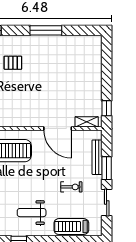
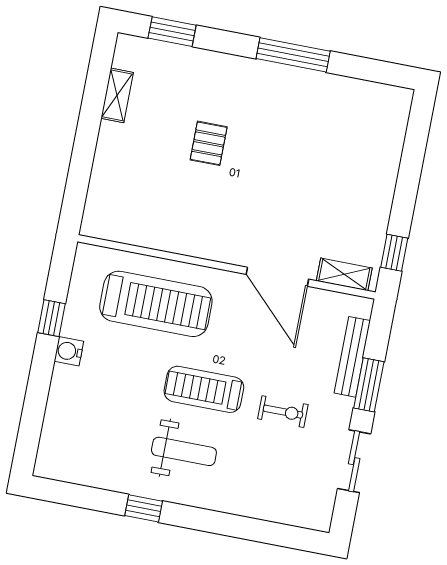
pallet: (13, 63) -> (209, 143), moved, turned 90
weight bench: (32, 213) -> (184, 451), turned 180
treadmill: (71, 227) -> (204, 389), moved

